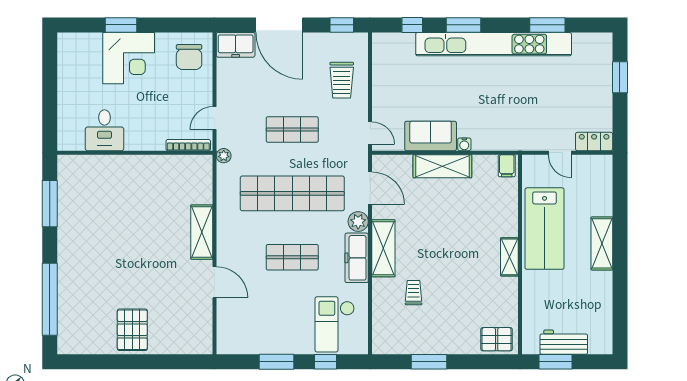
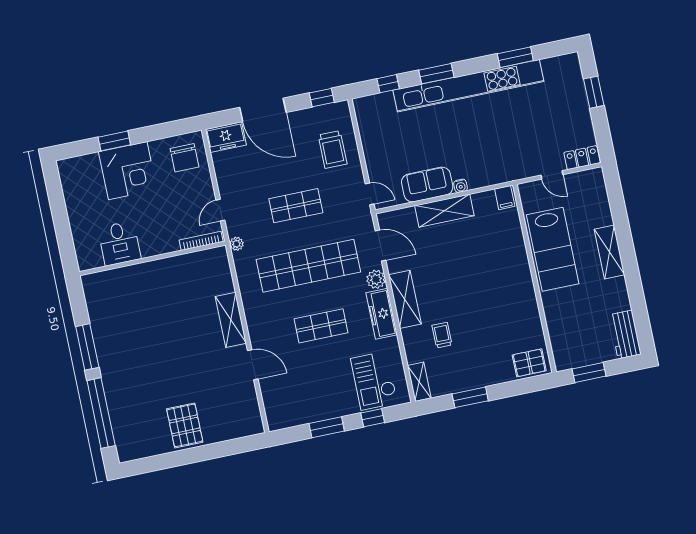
window: (50, 204) -> (87, 347), moved
shelving: (509, 257) -> (419, 382), moved
workbench: (564, 342) -> (625, 334), moved, turned -90

